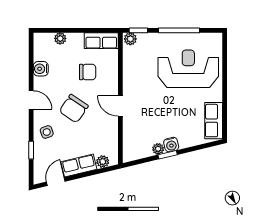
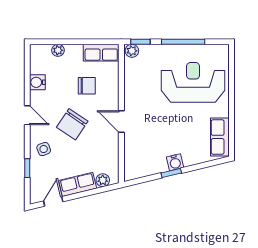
plant: (158, 149) -> (161, 167), removed

